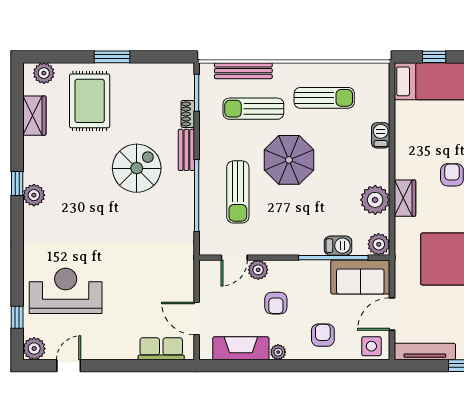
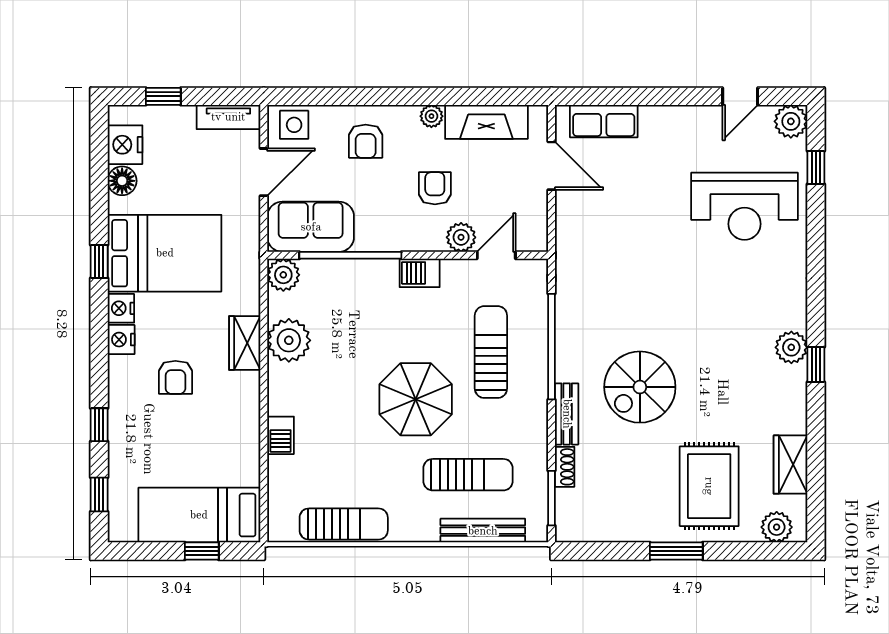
sun lounger: (324, 98) -> (344, 524), moved, turned 180
barbecue: (338, 246) -> (420, 273), moved
tv unit: (425, 351) -> (228, 117), width x0.71

